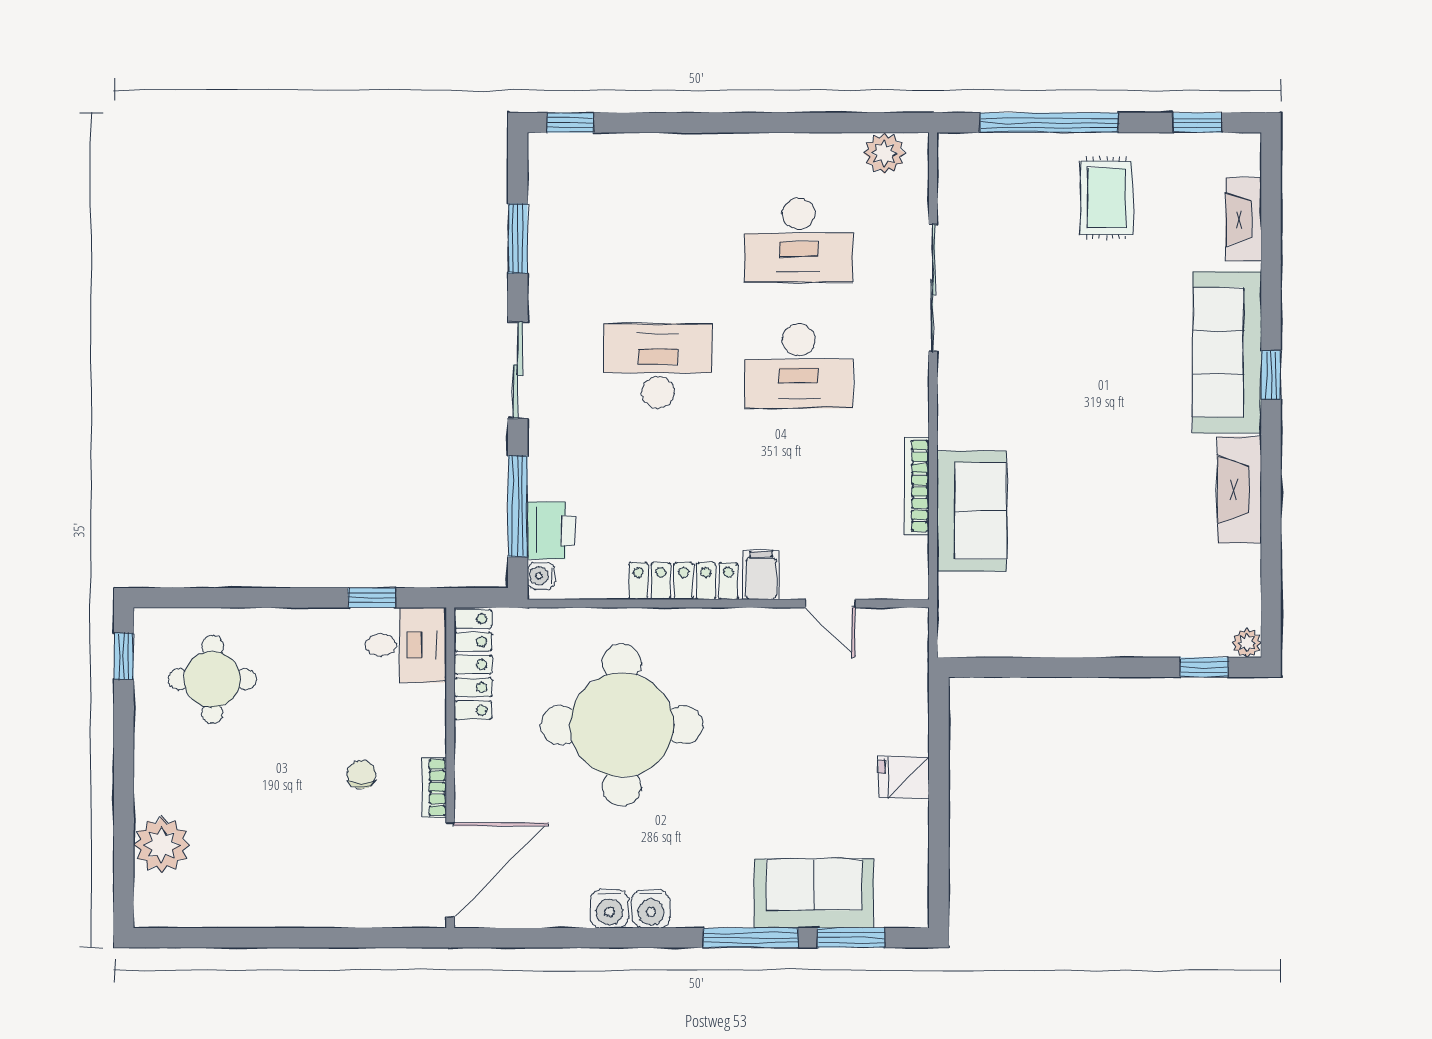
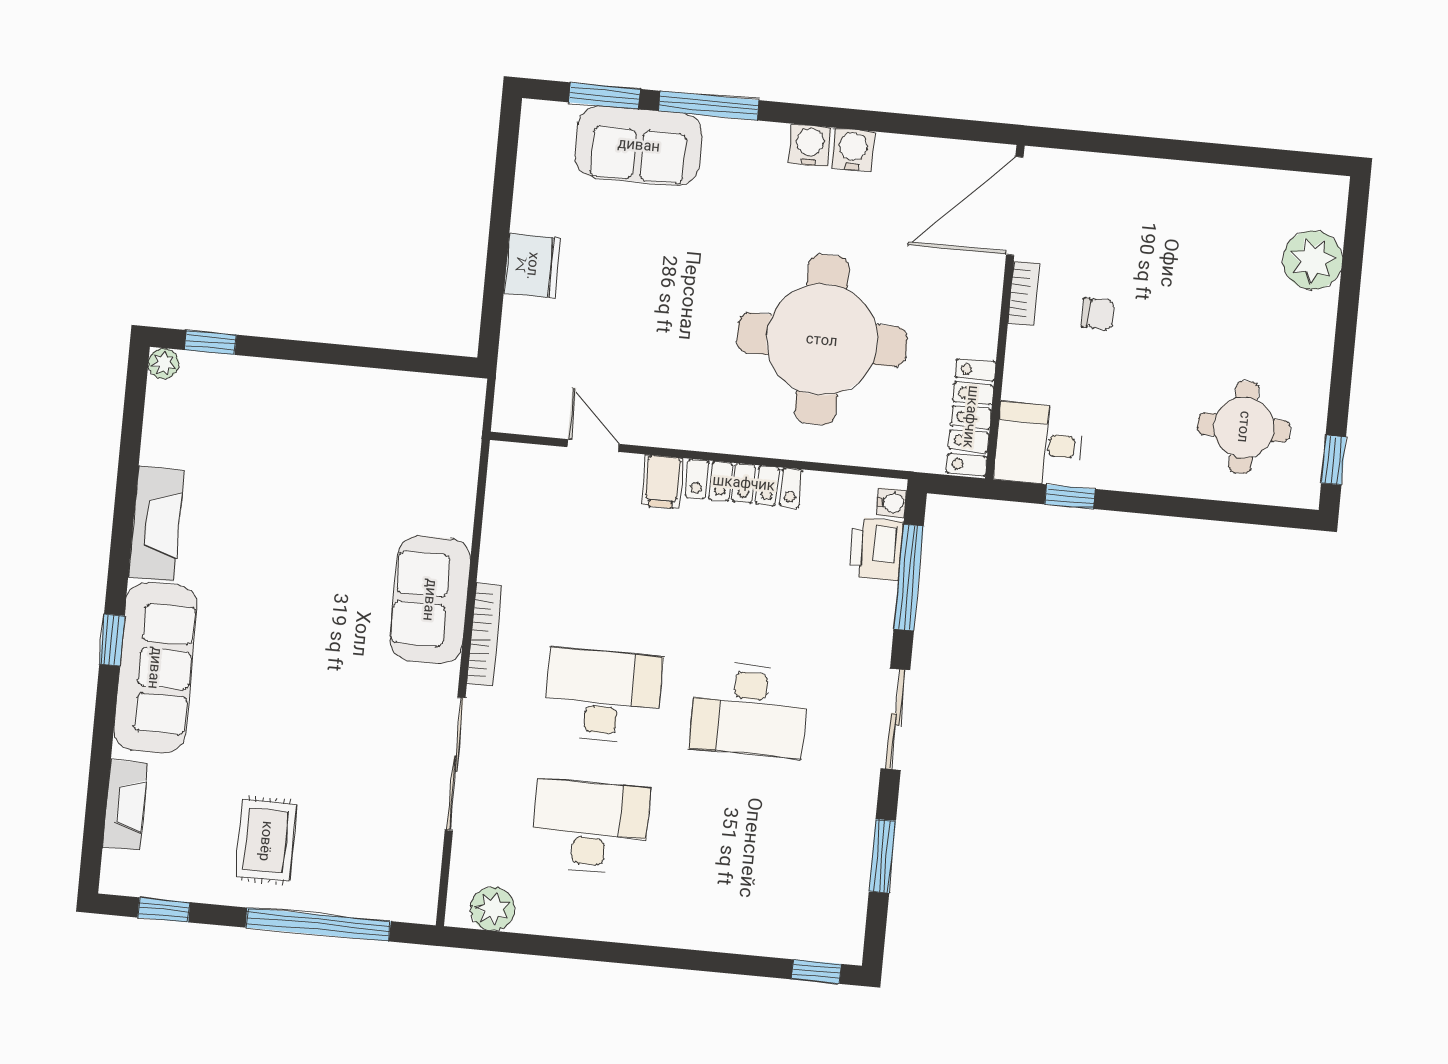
bookcase: (917, 486) -> (484, 635), moved
sofa: (972, 511) -> (430, 600), moved
chair: (362, 774) -> (1098, 314), turned -90
fridge: (904, 777) -> (533, 266), width x1.38

